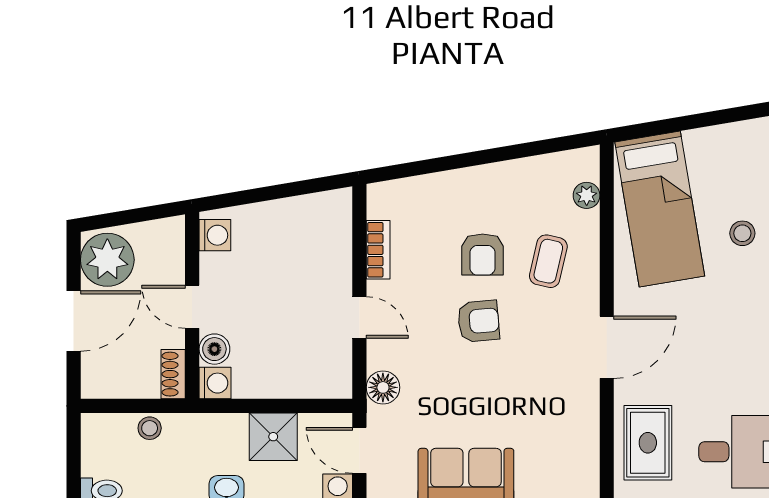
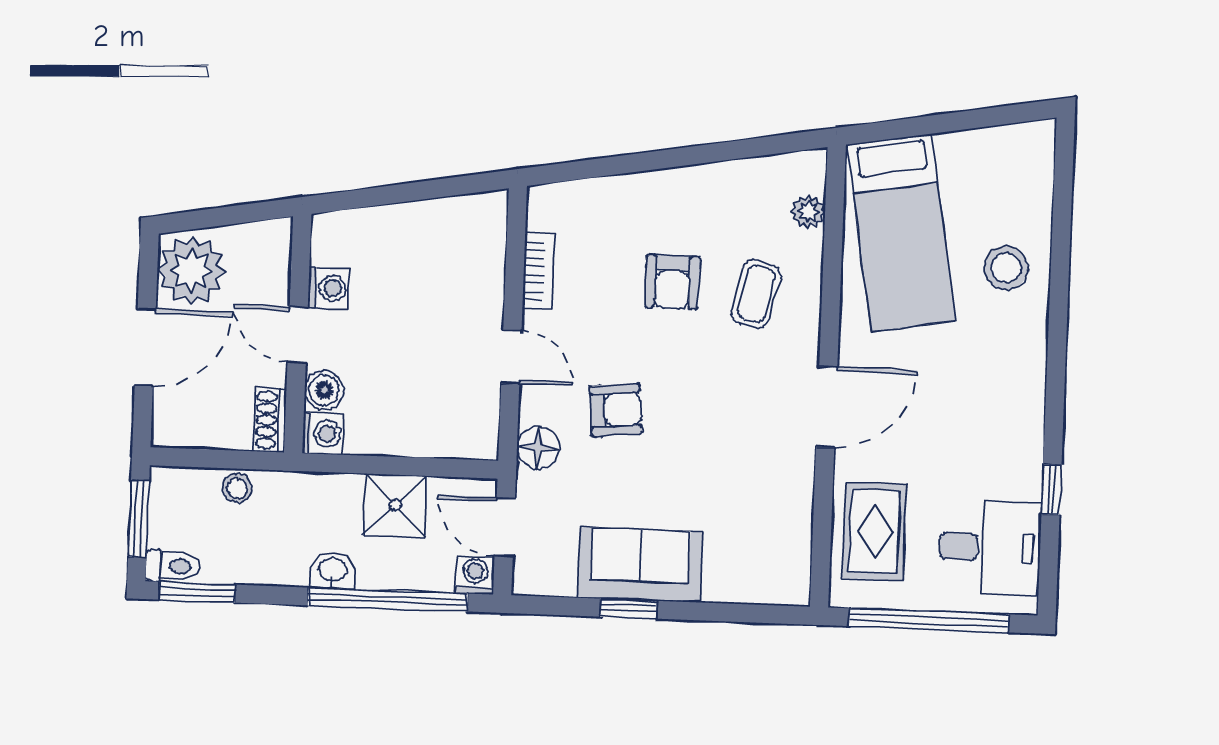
stool: (742, 233) -> (1006, 268), width x1.37, depth x1.37
washing machine: (215, 235) -> (329, 288), moved
armchair: (478, 321) -> (616, 410), moved
window: (74, 455) -> (139, 519), added

